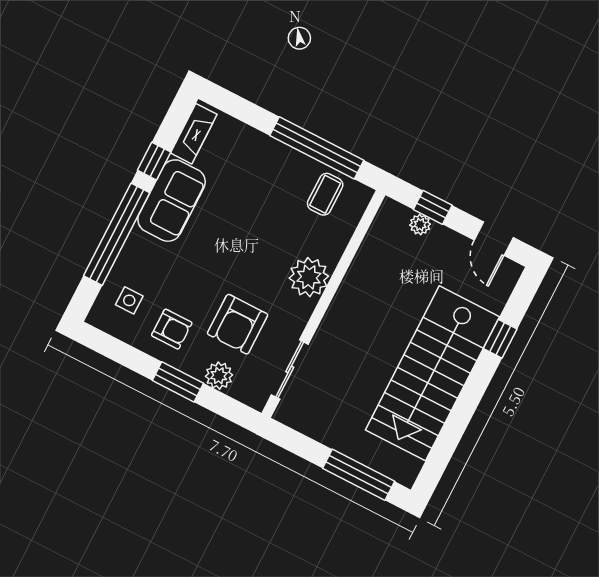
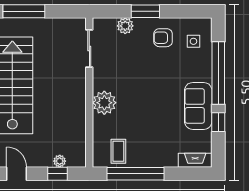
fireplace: (194, 134) -> (195, 160), moved, turned 90
armchair: (238, 324) -> (129, 58), removed

